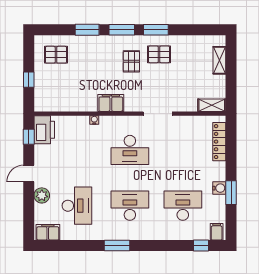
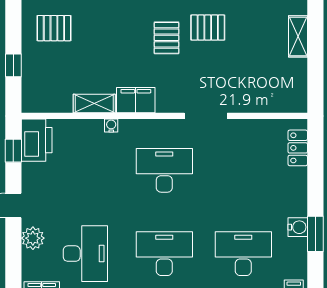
shelving: (212, 105) -> (94, 104), moved
locker: (219, 142) -> (298, 148), width x0.66
desk: (130, 150) -> (164, 170), turned 180

